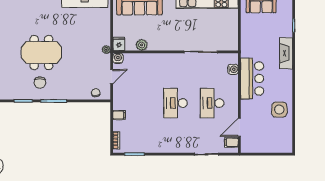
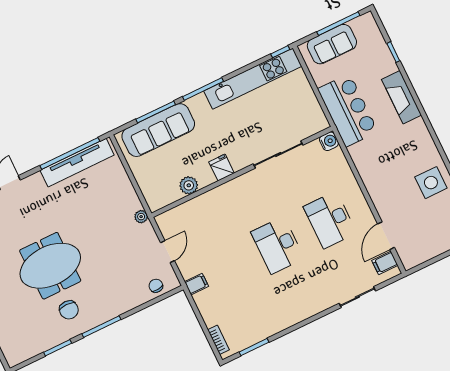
fridge: (119, 44) -> (222, 168), moved
water cooler: (118, 58) -> (164, 221), removed
water cooler: (233, 69) -> (329, 141), moved
bar counter: (252, 79) -> (348, 110), moved
filing cabinet: (119, 115) -> (196, 284), moved

